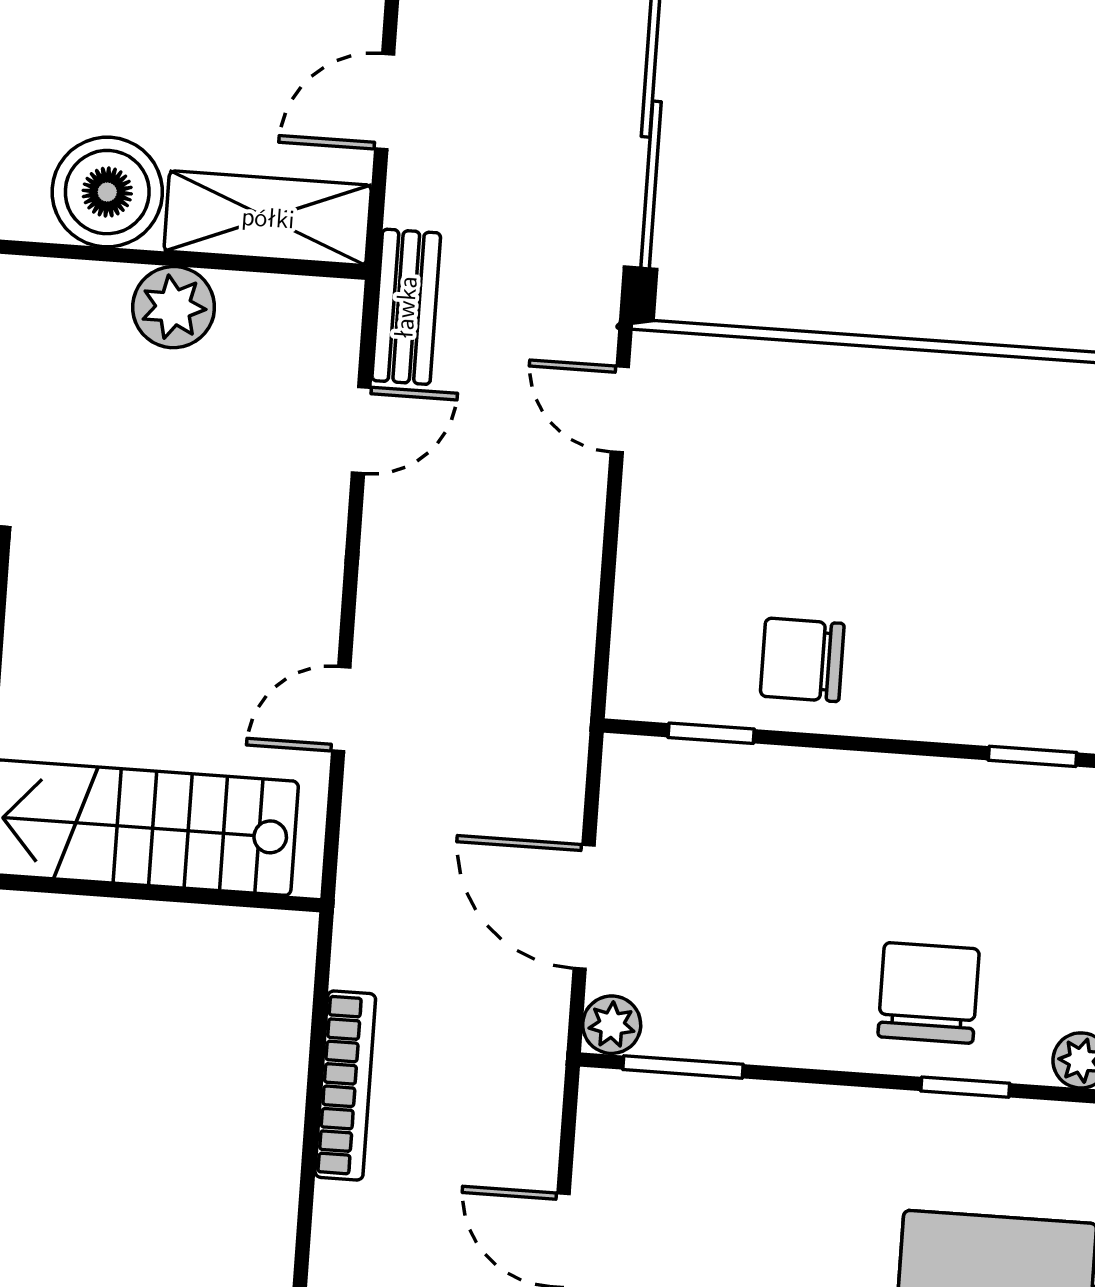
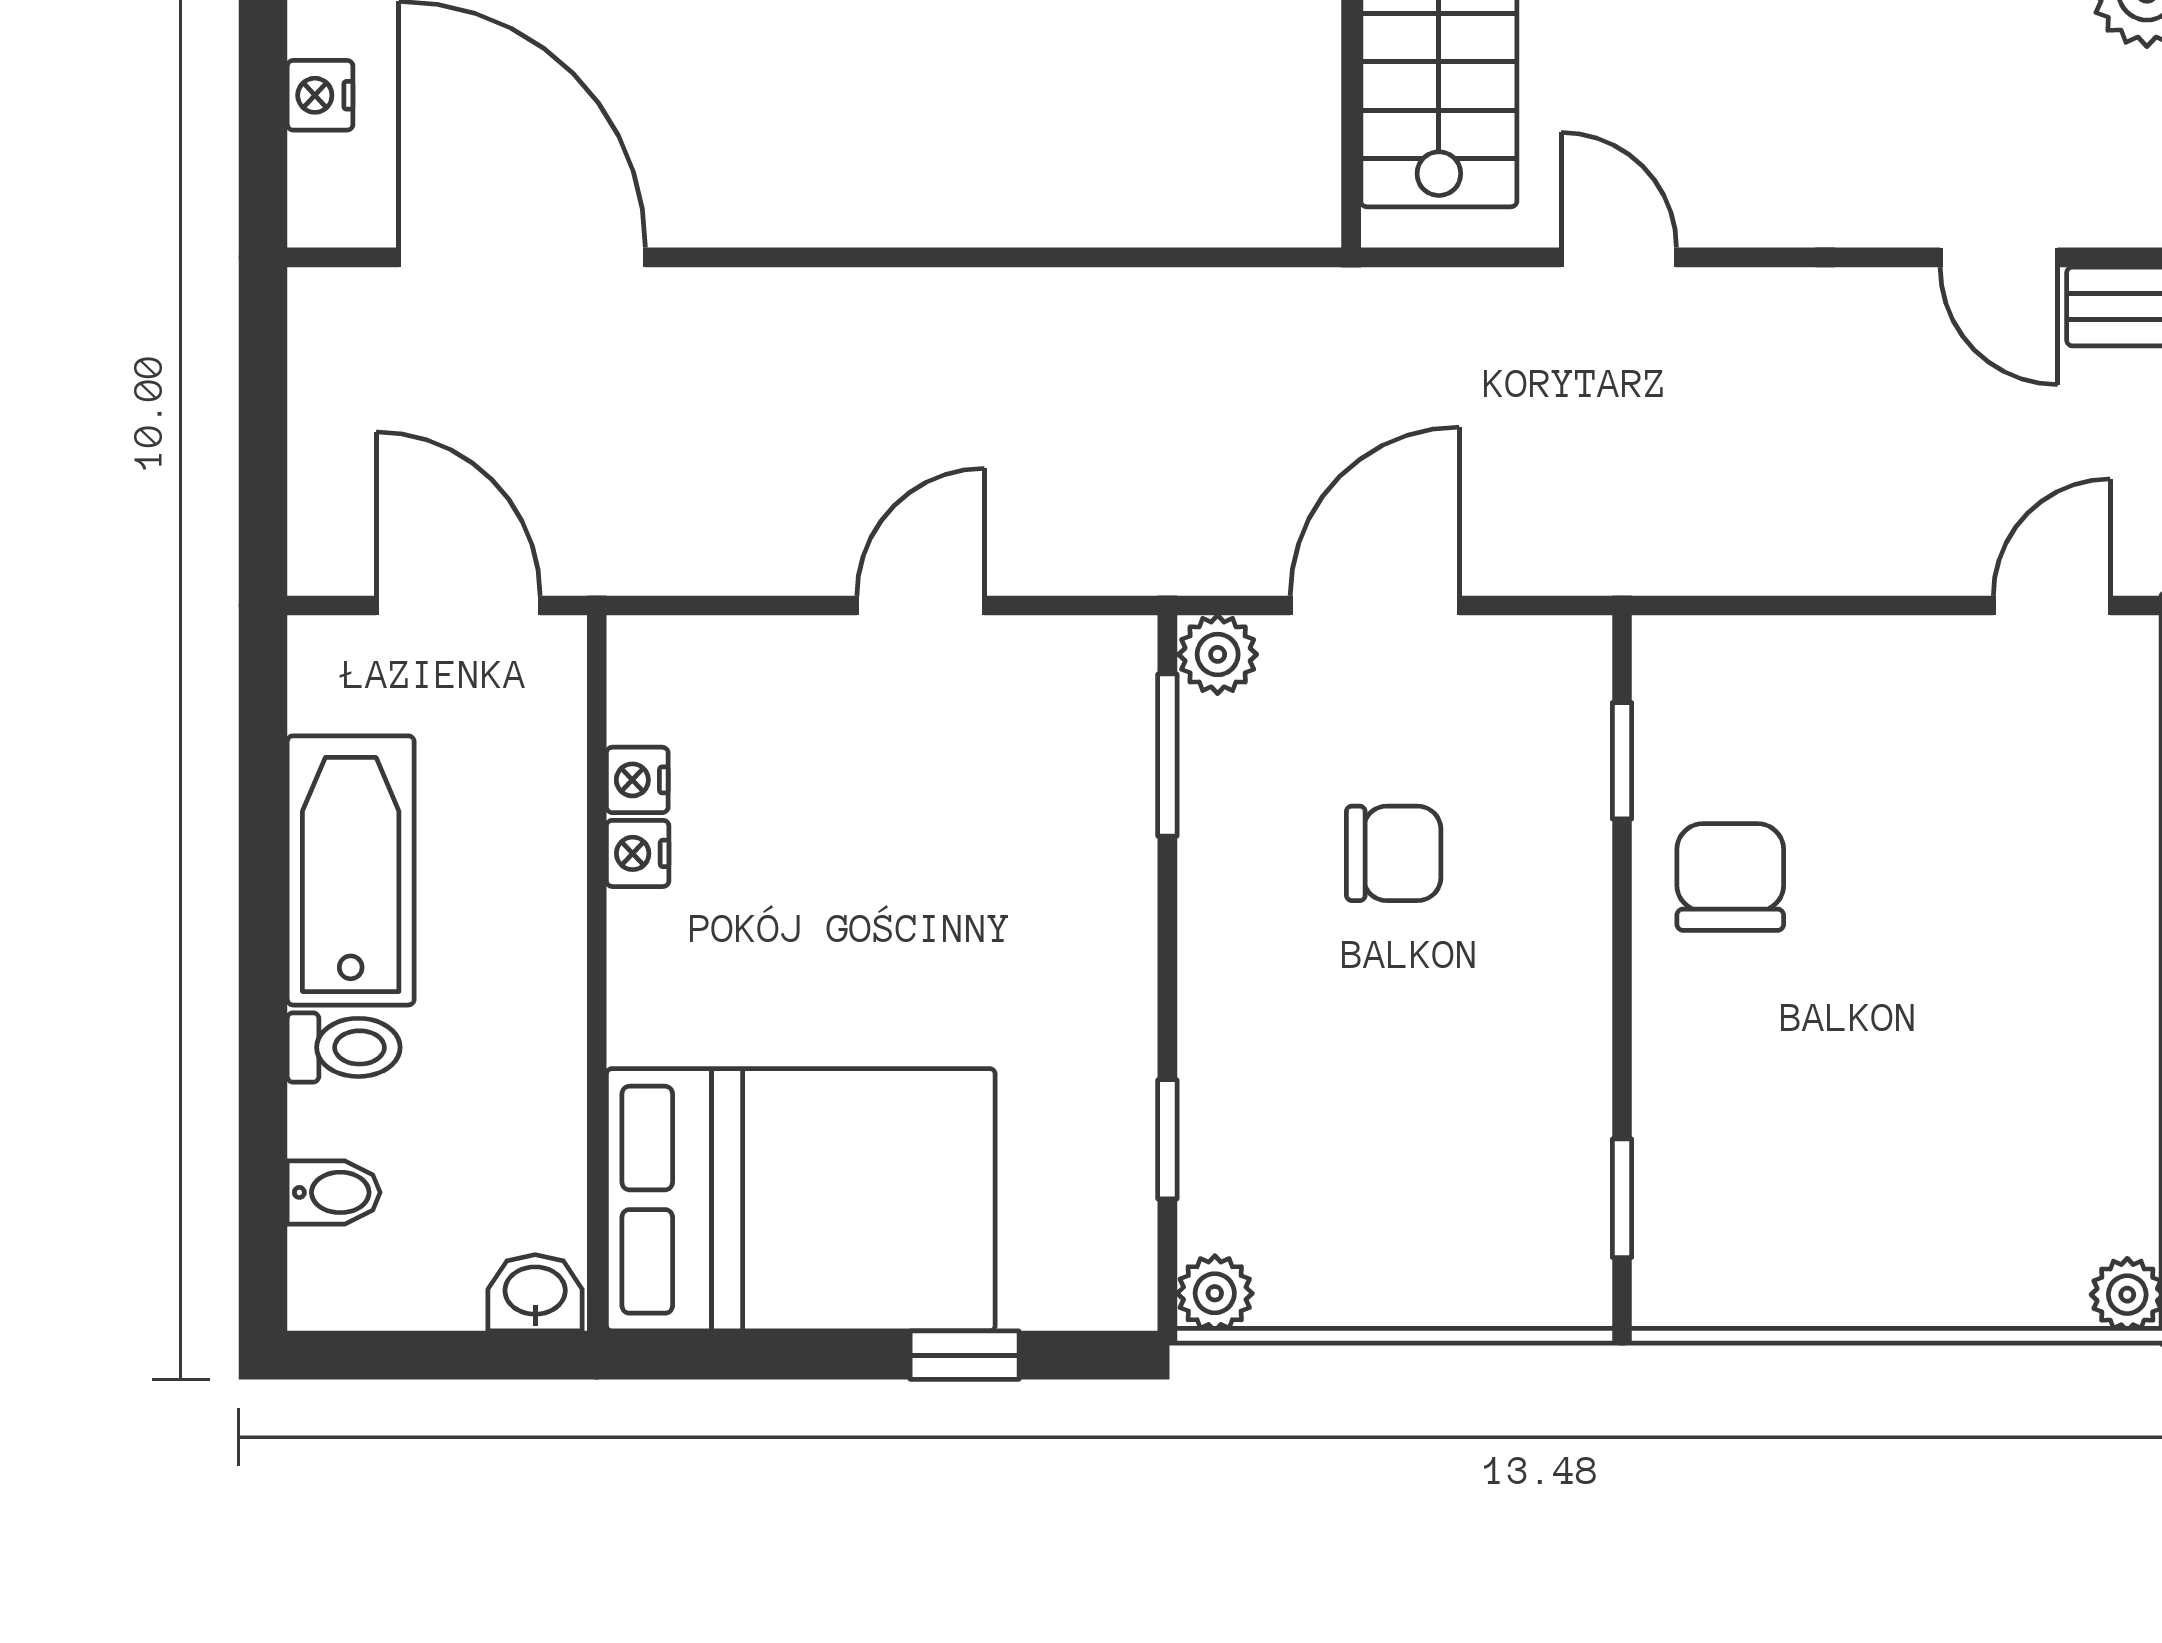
chair: (929, 993) -> (1394, 853), moved, width x0.73, depth x0.73
bookcase: (345, 1085) -> (1109, 300), removed

